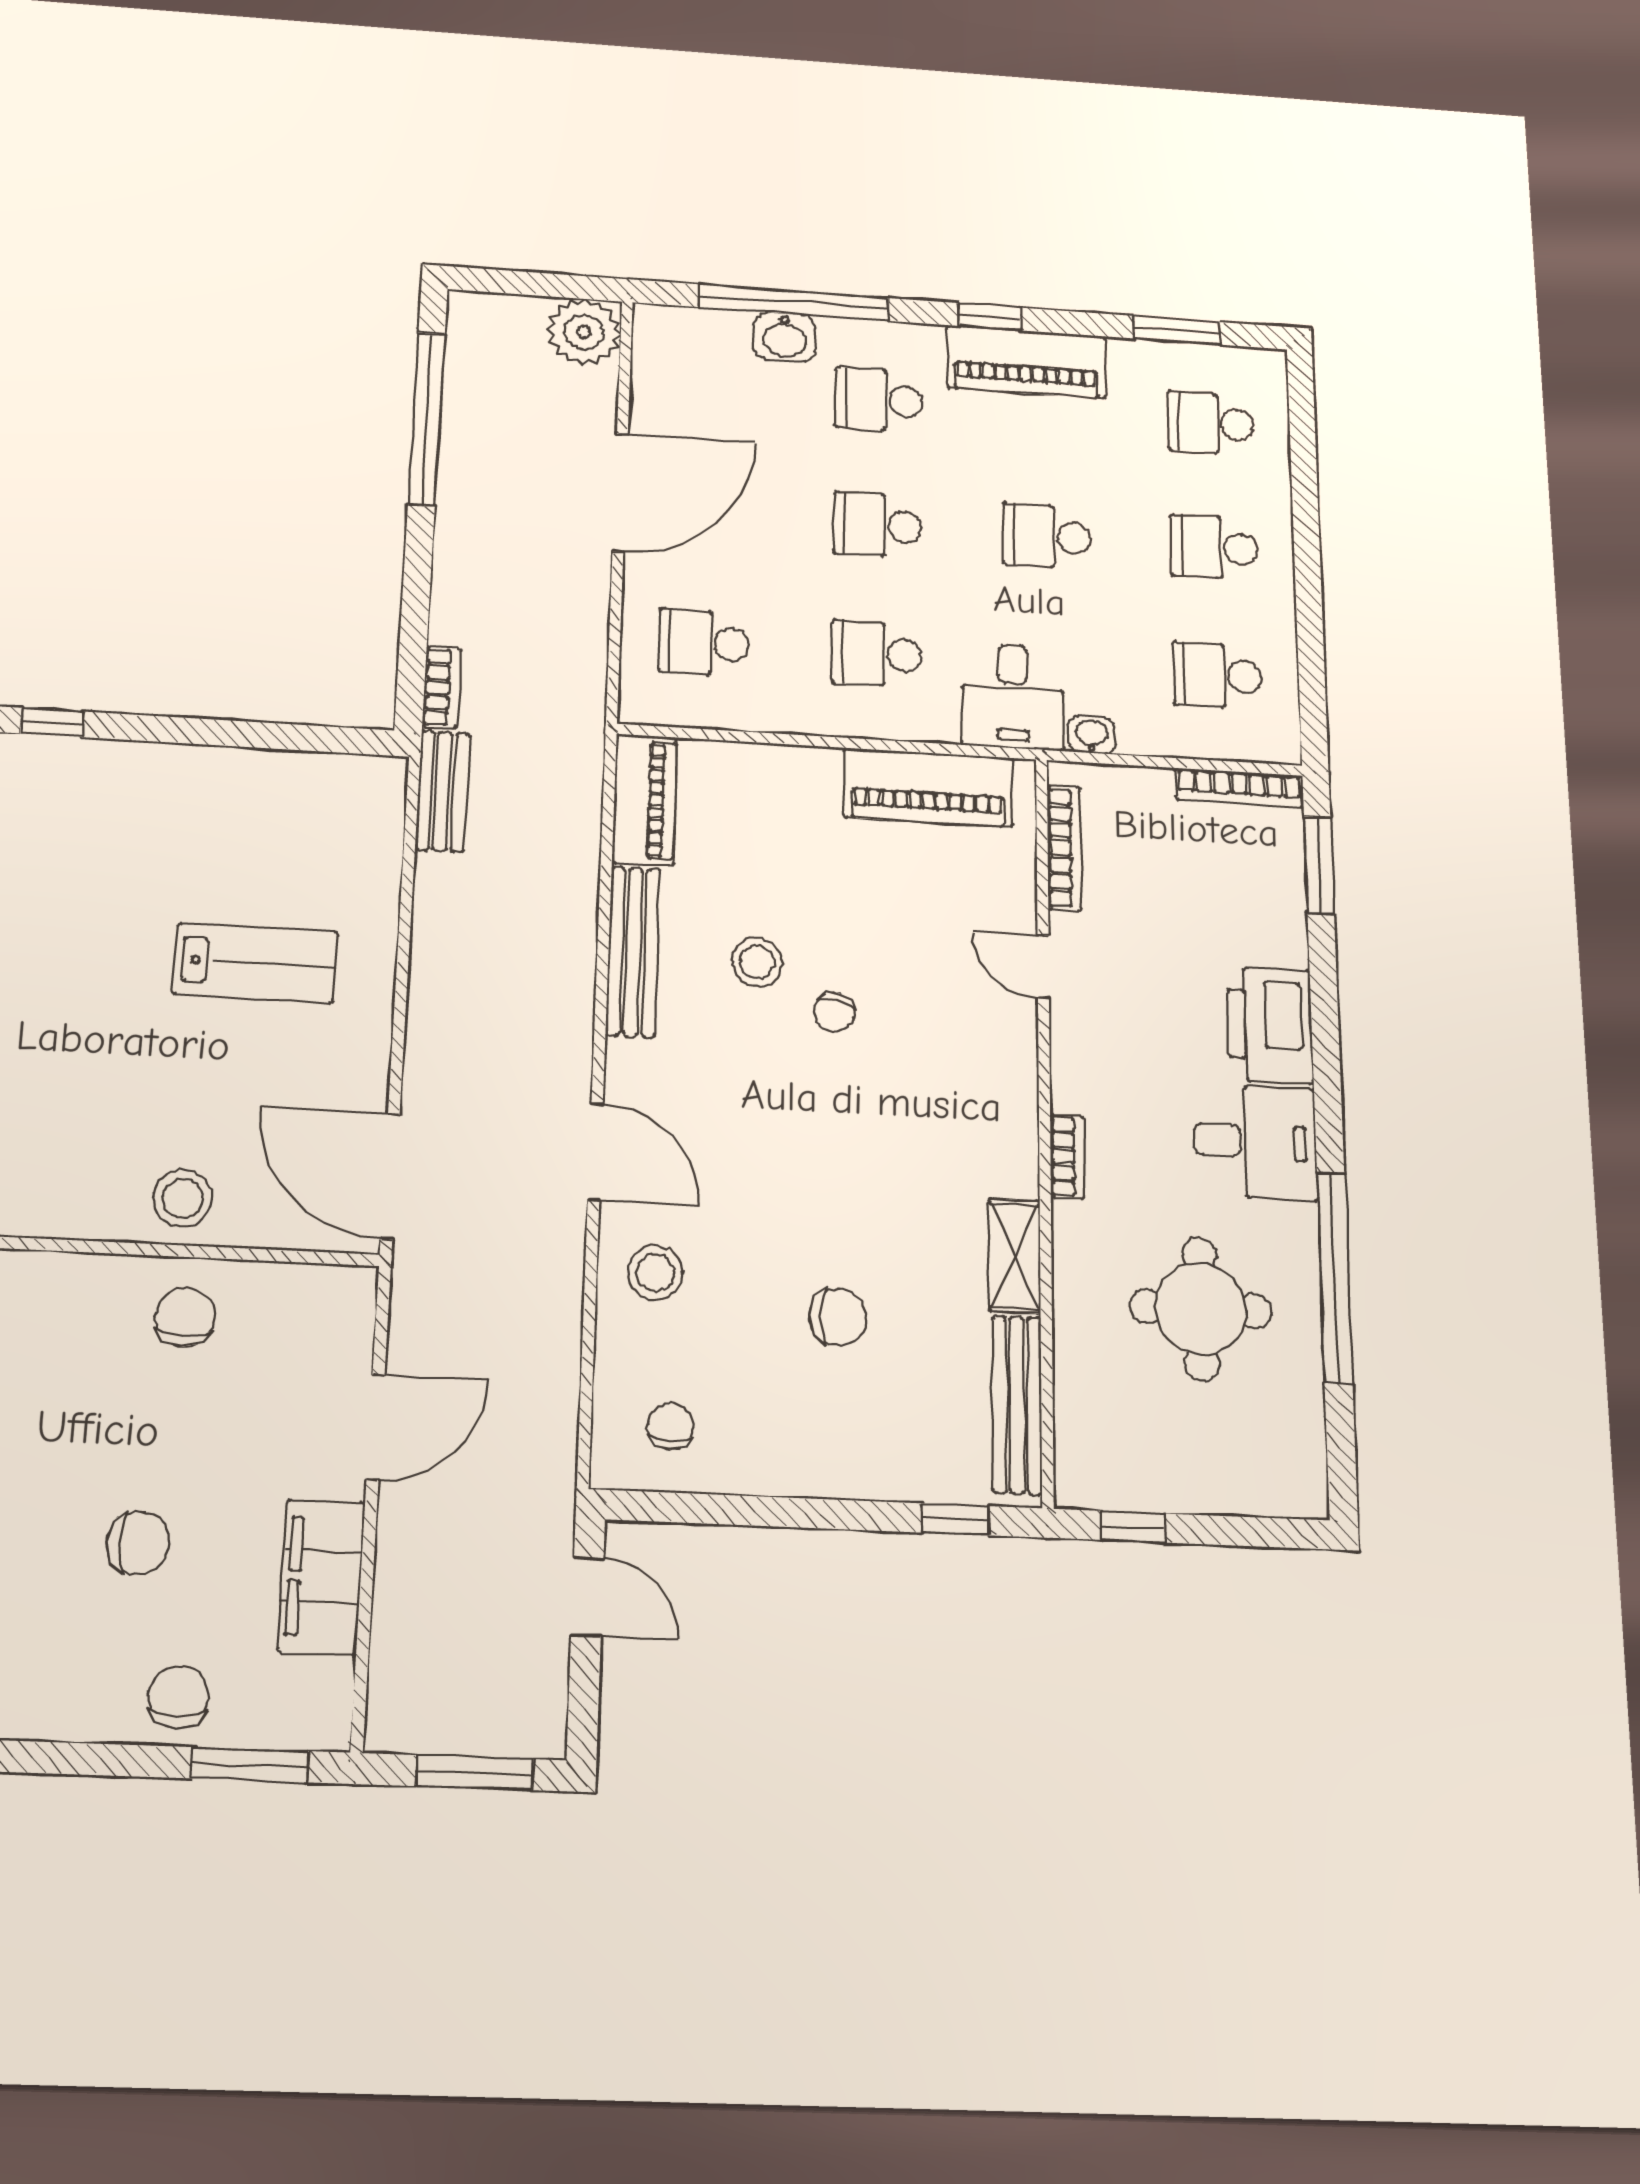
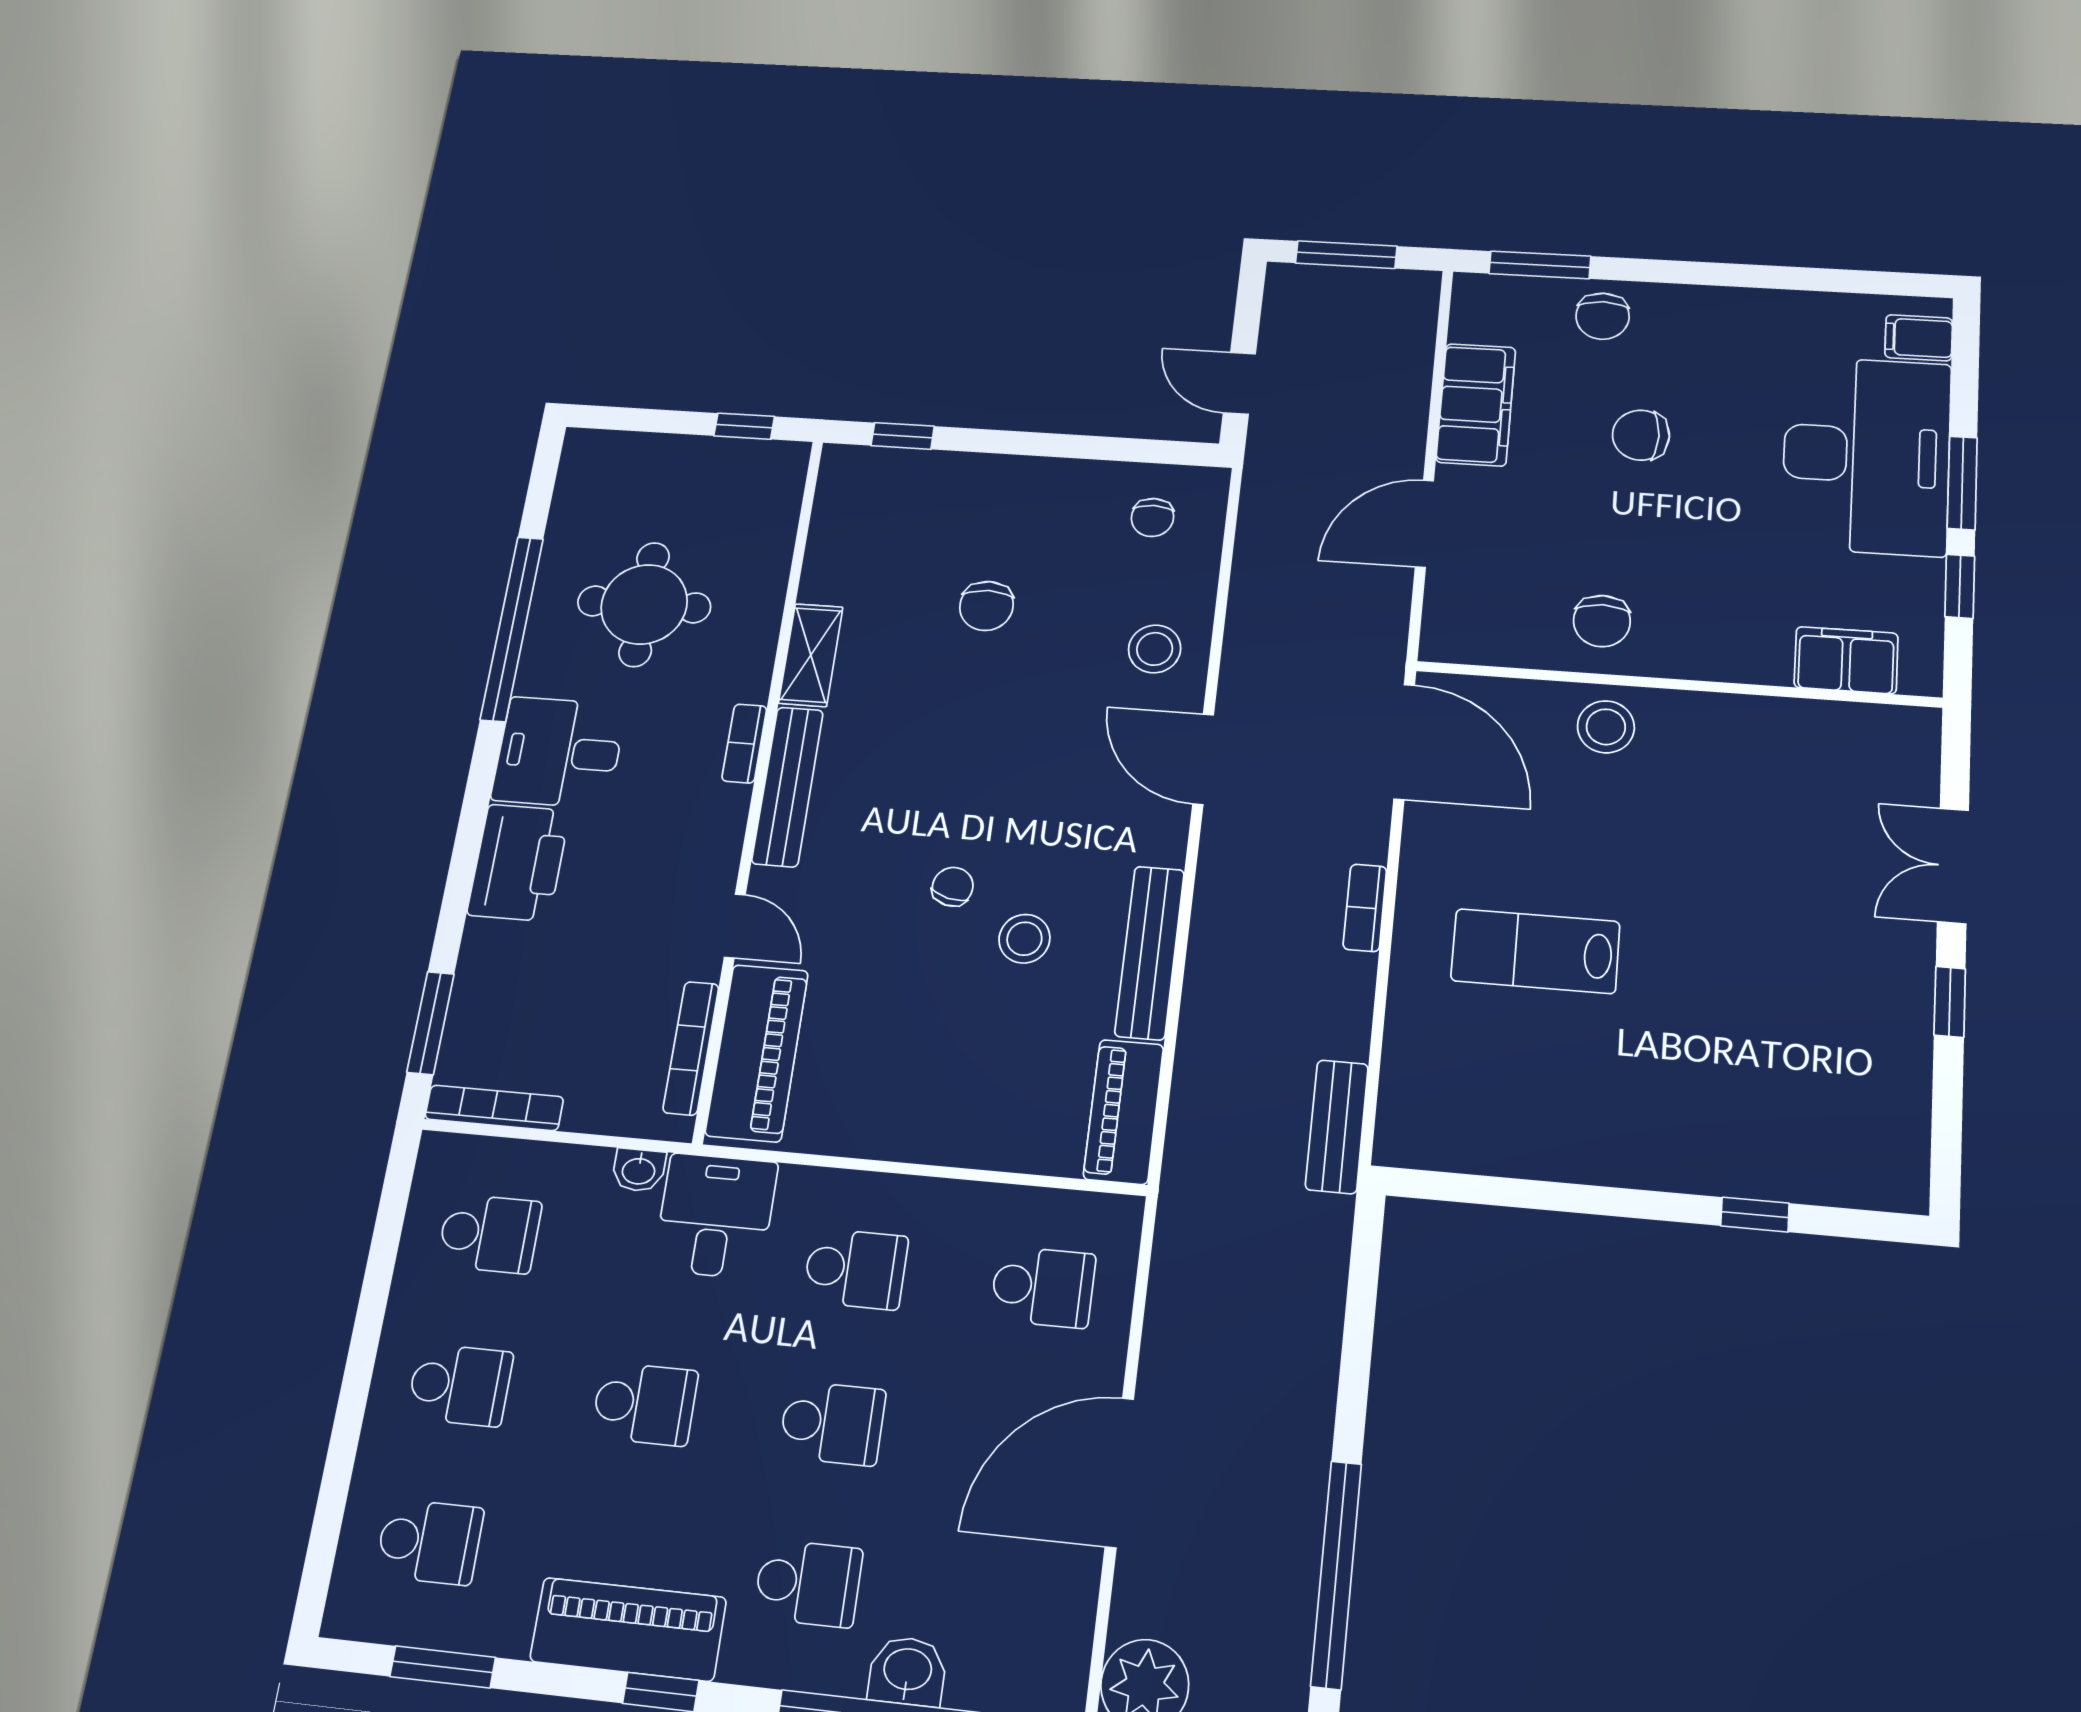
bookcase: (442, 687) -> (1365, 908), moved
piano: (928, 788) -> (757, 1053), moved, turned 90
chair: (838, 1317) -> (986, 606), turned -90
bench: (1017, 1405) -> (787, 787), moved

